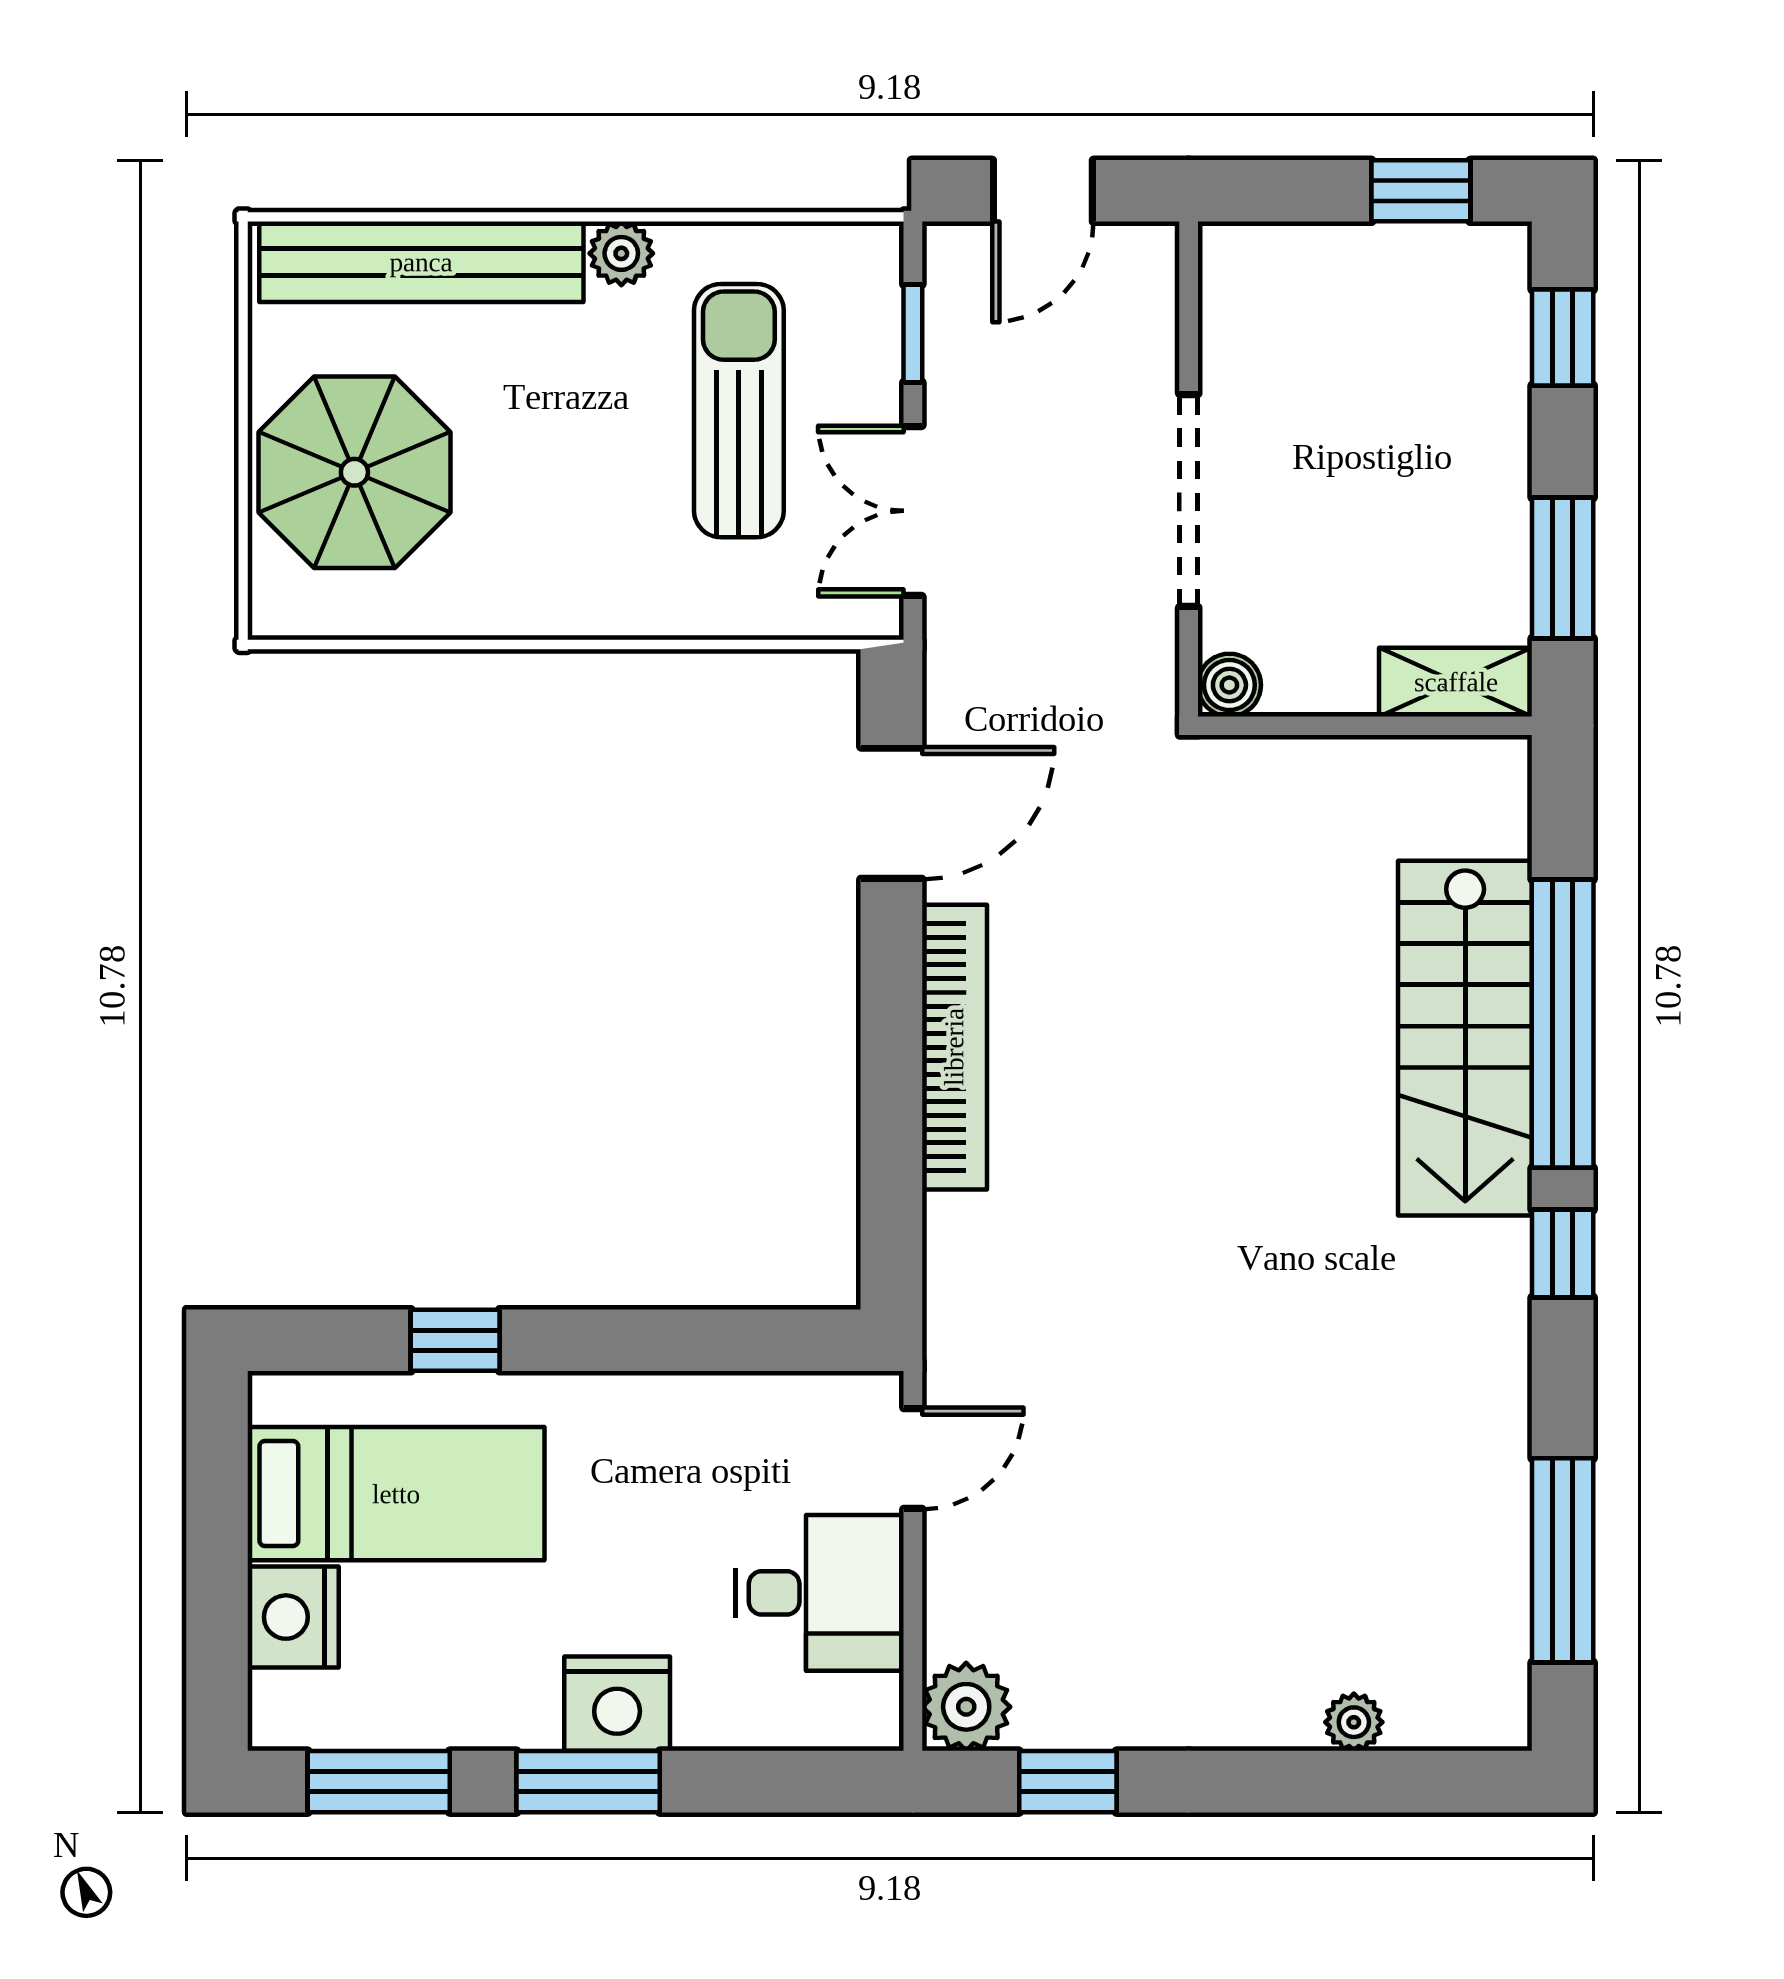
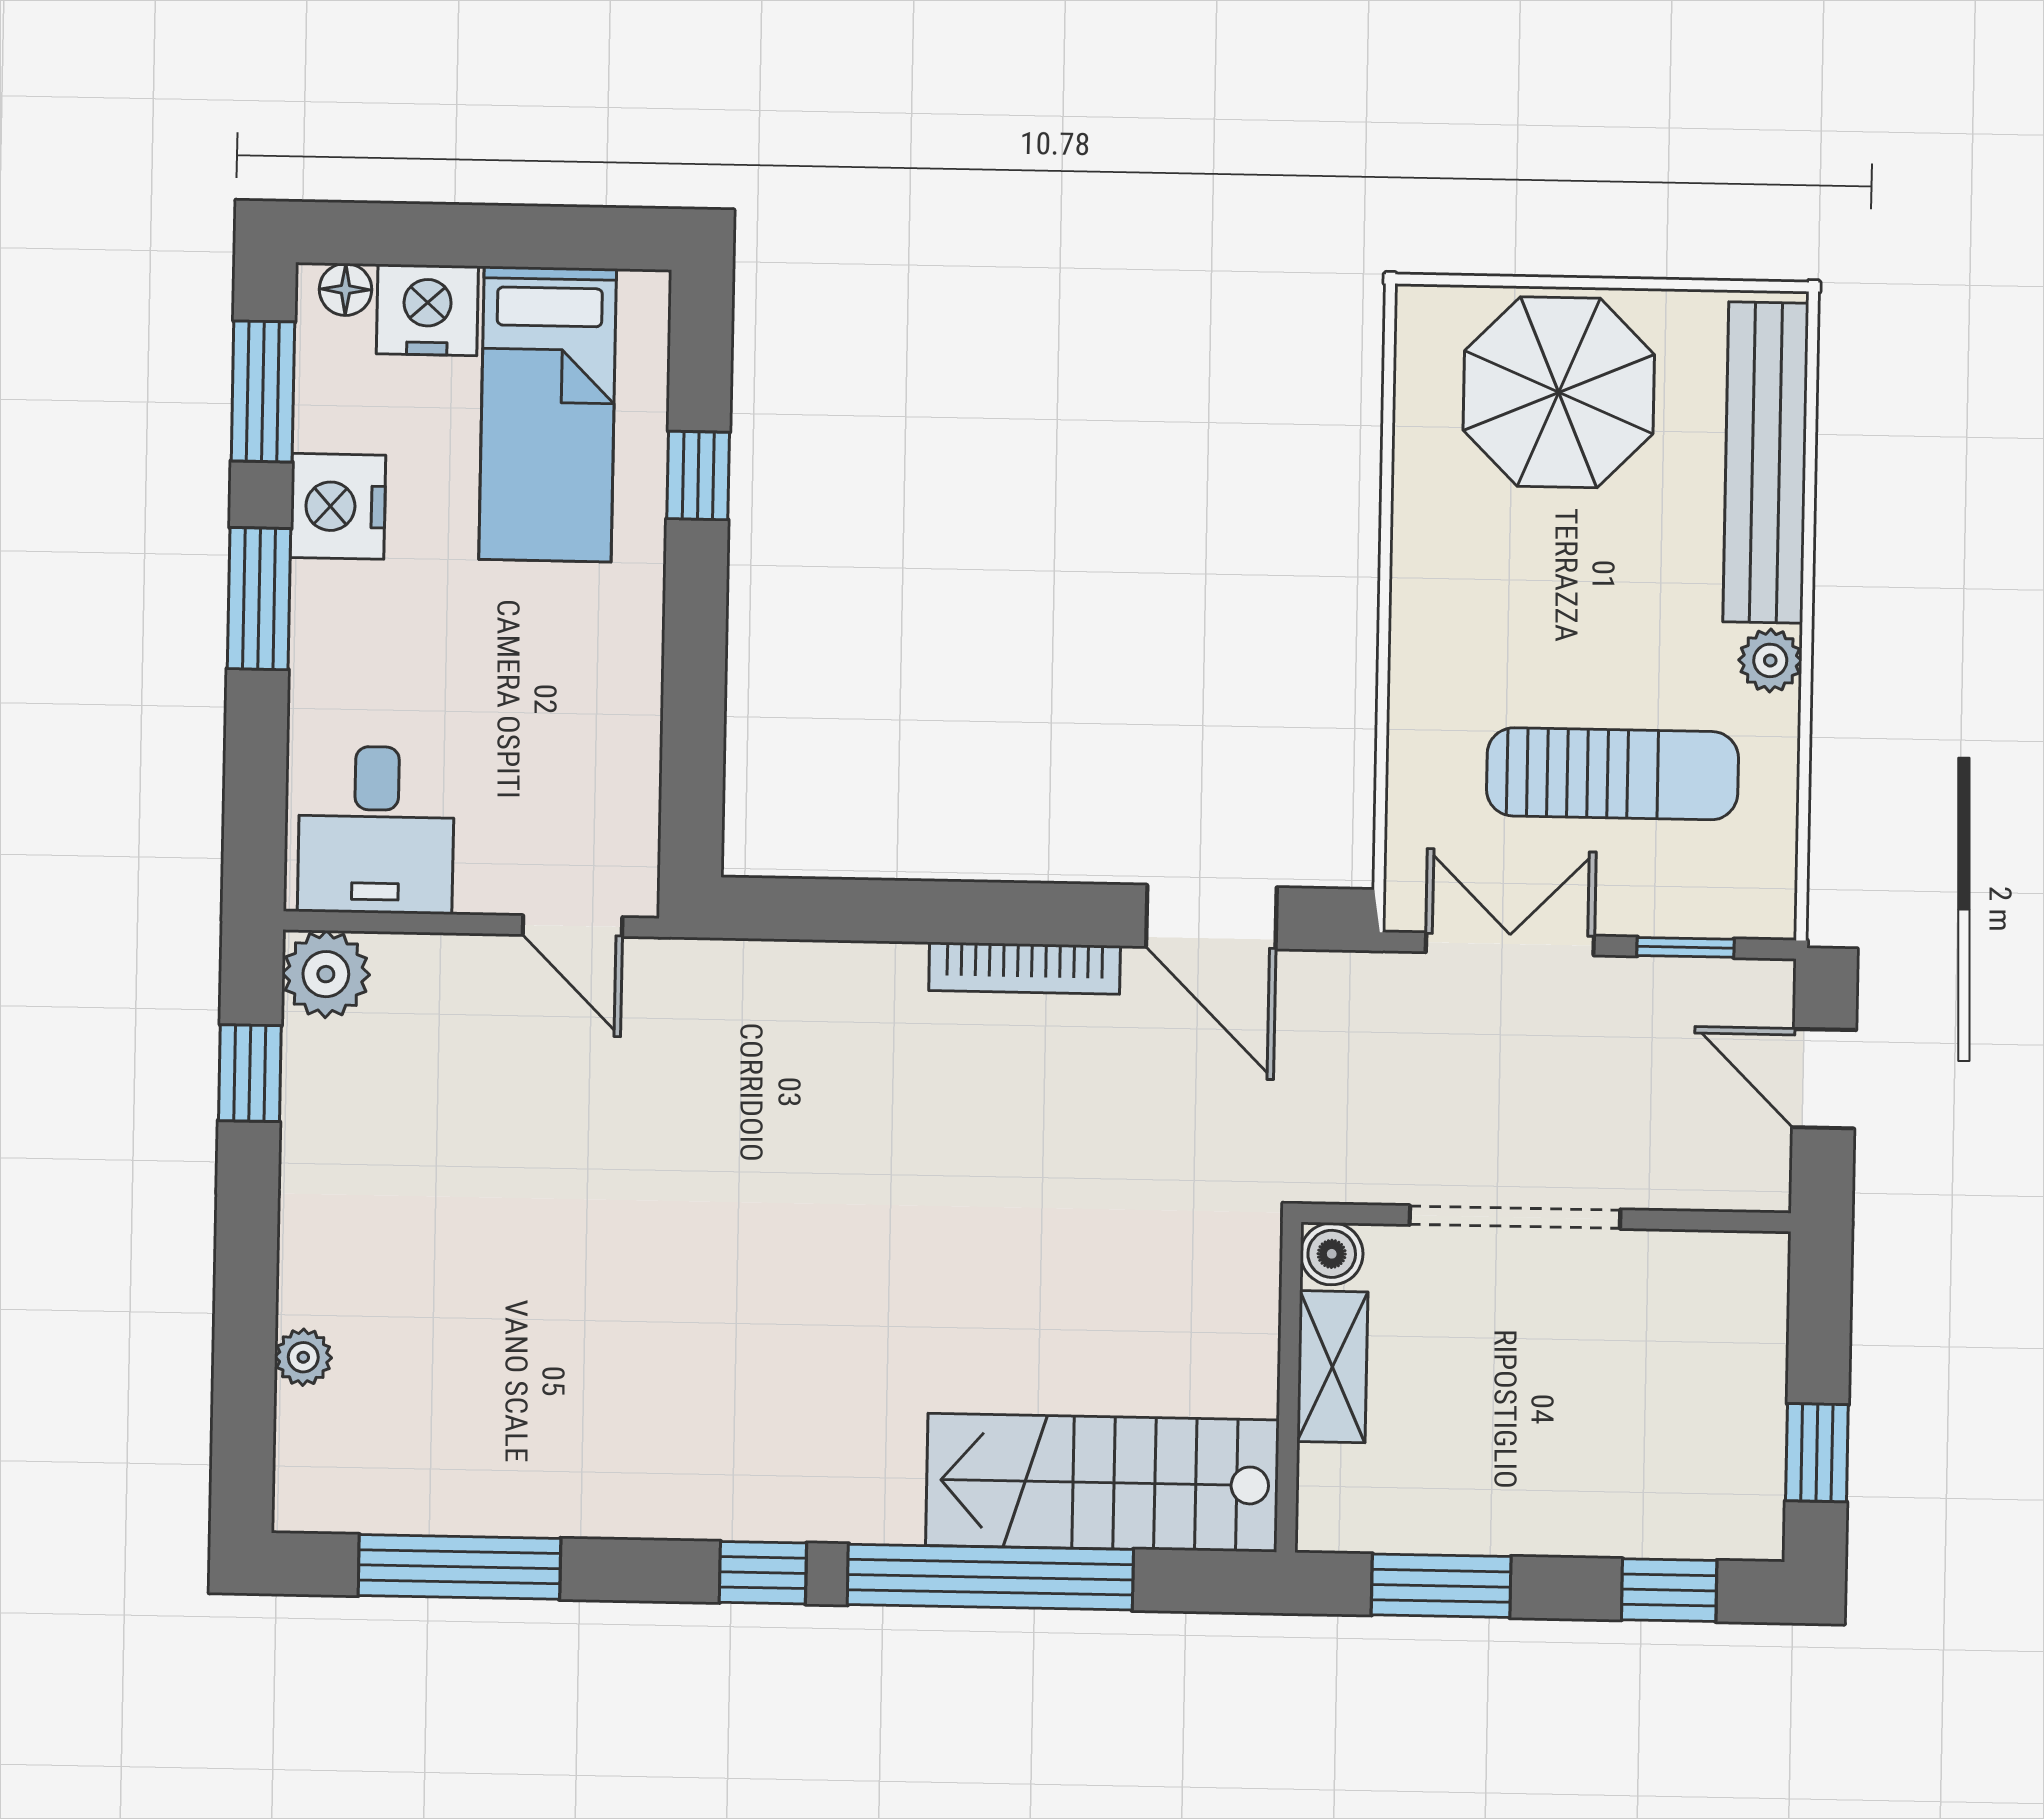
shelving: (1456, 682) -> (1332, 1367), moved
stairs: (1465, 1038) -> (1102, 1483), moved
bookcase: (954, 1047) -> (1025, 968), width x0.68, depth x0.76
desk: (820, 1593) -> (376, 830), moved
floor lamp: (274, 1700) -> (346, 289), added
nightstand: (617, 1704) -> (338, 506), moved

